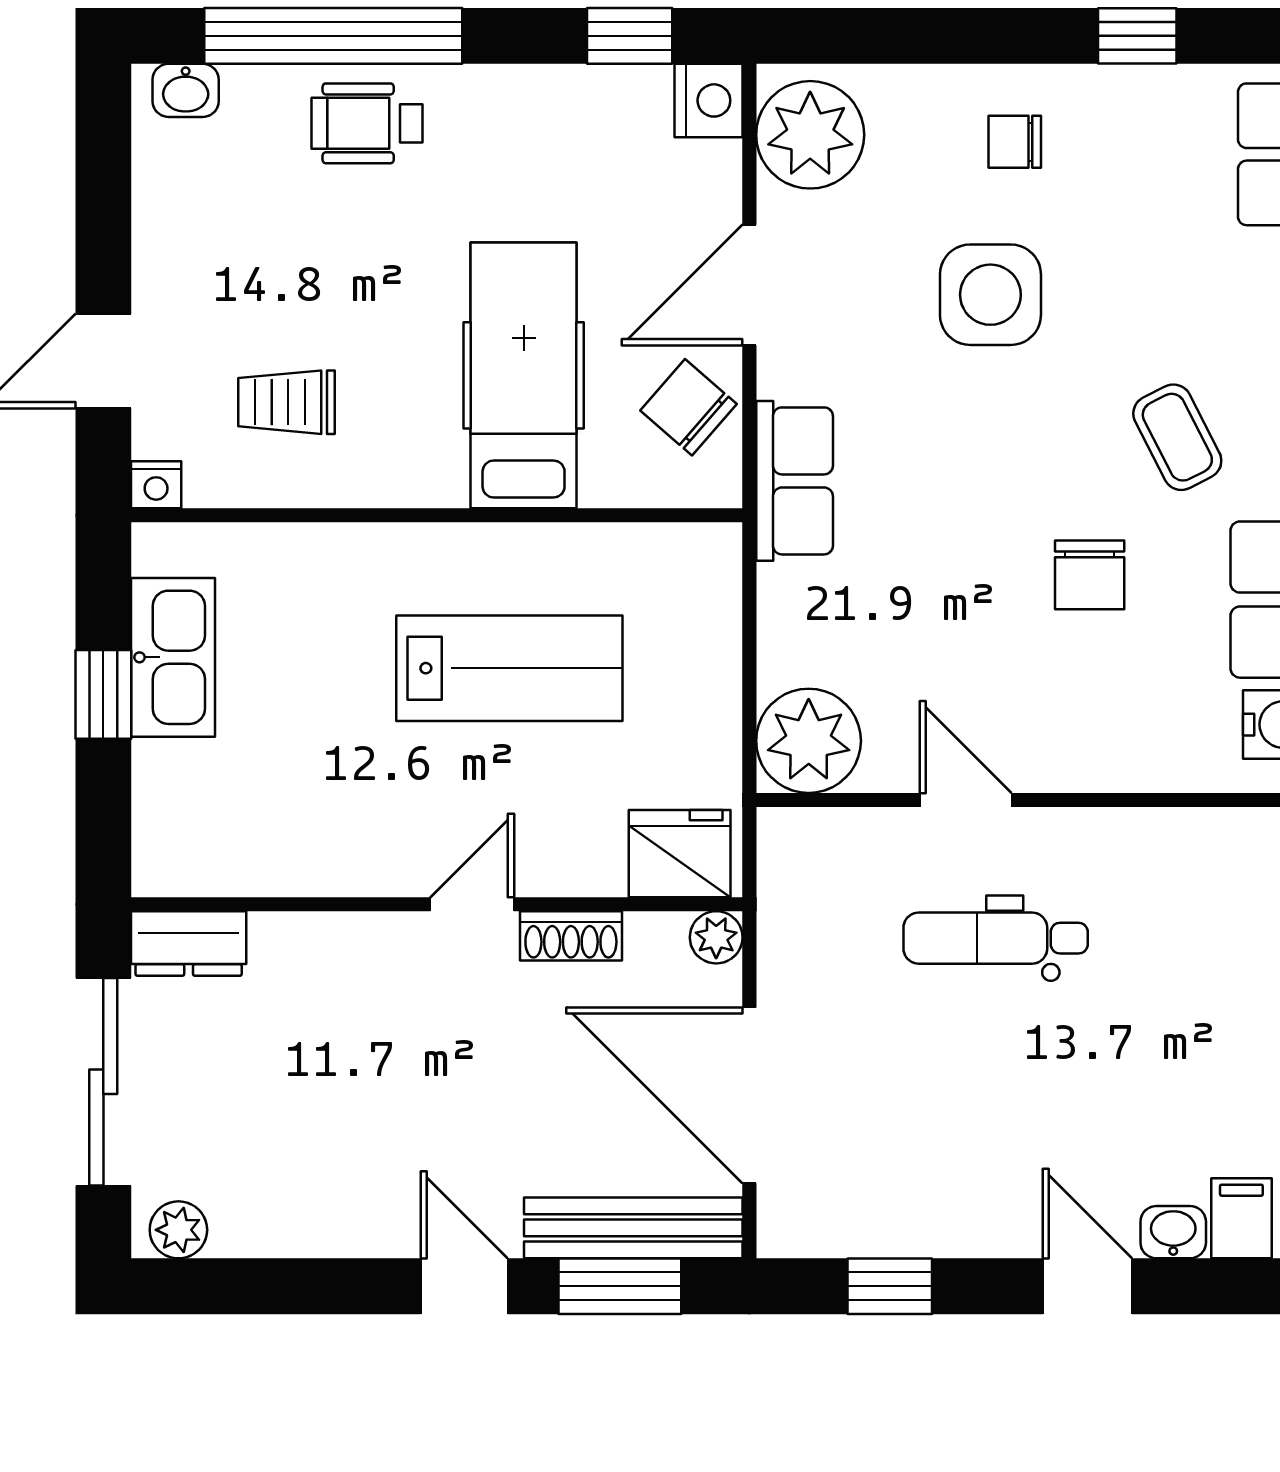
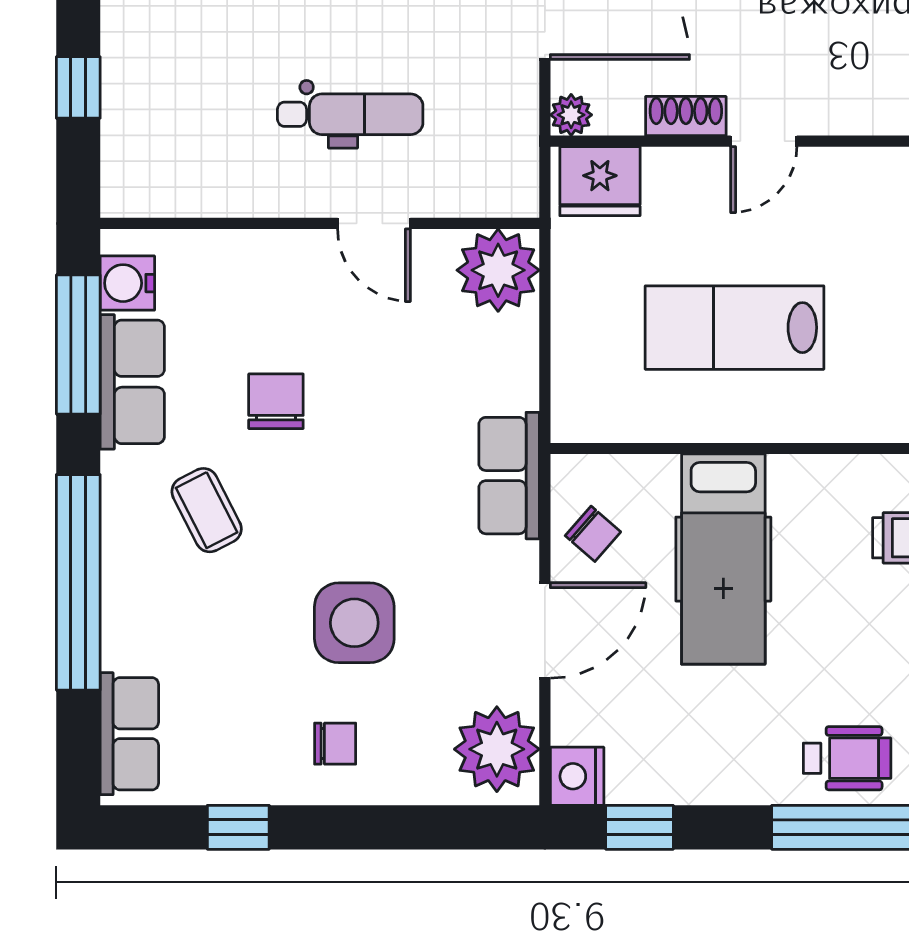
chair: (688, 407) -> (593, 534), width x0.73, depth x0.73

